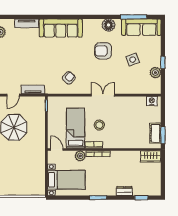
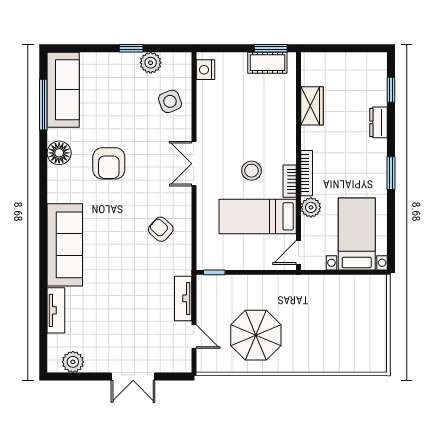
side table: (133, 60) -> (170, 101), moved
wardrobe: (150, 156) -> (312, 106), moved

